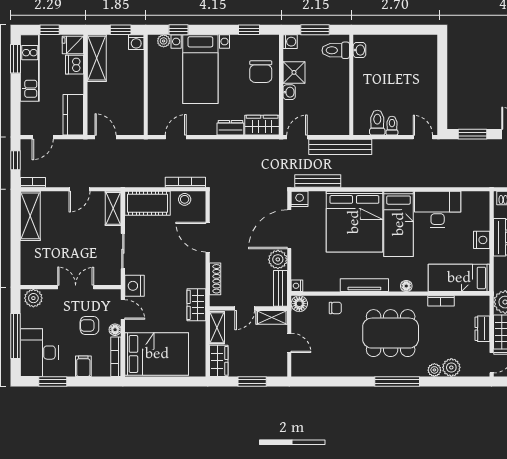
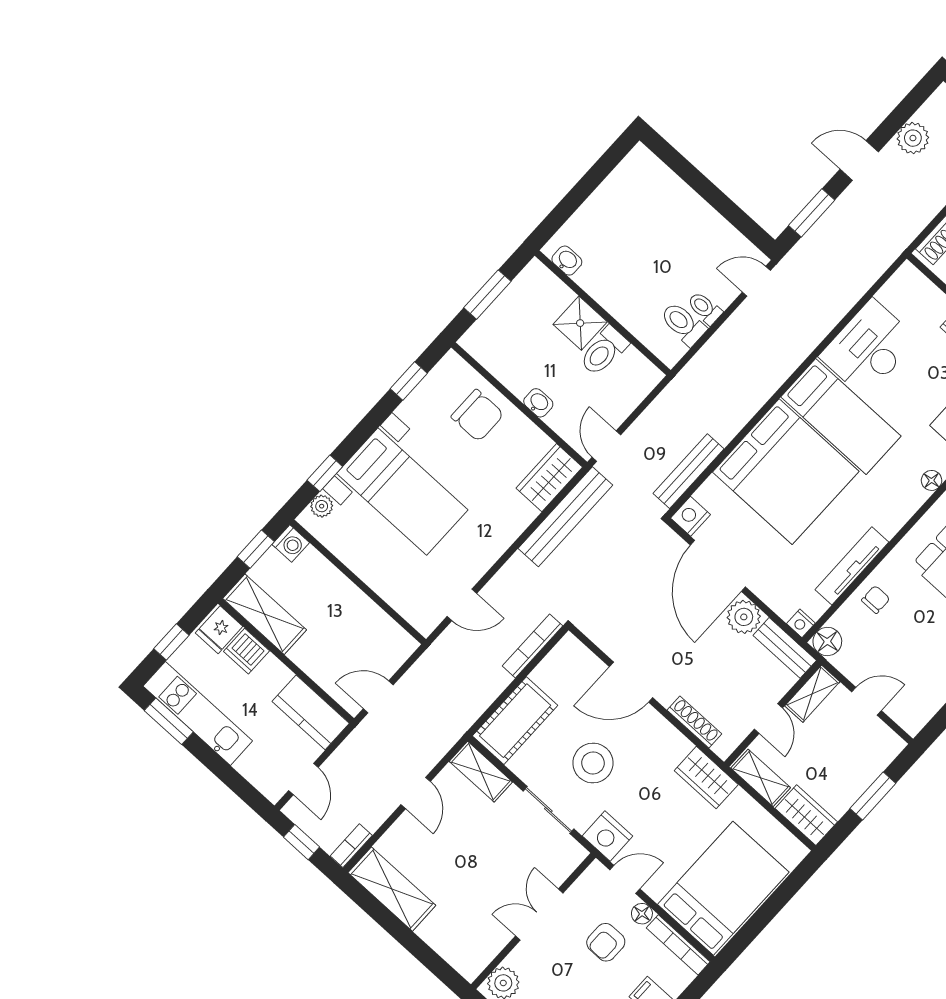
washing machine: (290, 42) -> (473, 341), removed
toilet: (336, 50) -> (604, 351), moved
shower: (294, 72) -> (580, 323), moved
dresser: (230, 128) -> (515, 522), removed
door: (176, 137) -> (462, 605), swing flipped
bench: (340, 147) -> (565, 517), moved
stool: (185, 199) -> (593, 763), moved, width x1.89, depth x1.89
tv unit: (364, 285) -> (852, 566), moved

